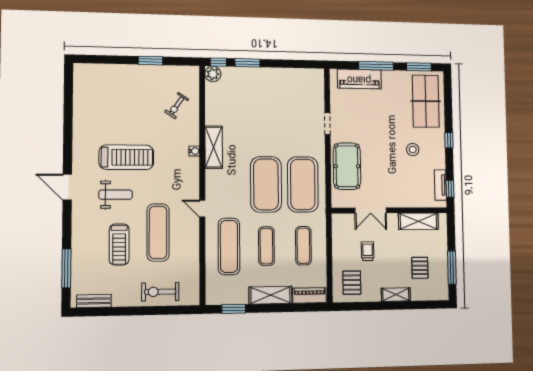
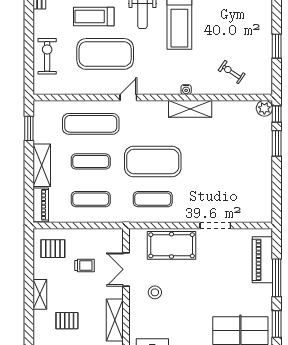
doorway: (327, 124) -> (215, 226), width x1.38
stool: (413, 150) -> (155, 292), moved
exercise mat: (303, 184) -> (153, 199), width x0.50, depth x0.69
exercise mat: (158, 232) -> (105, 54), width x1.47

